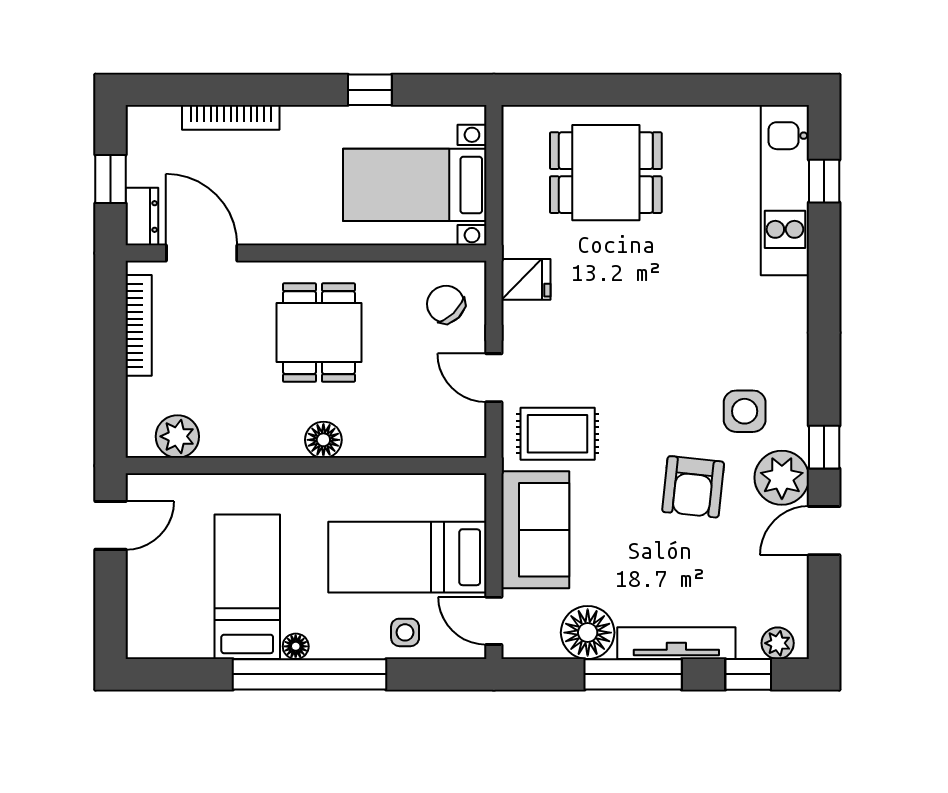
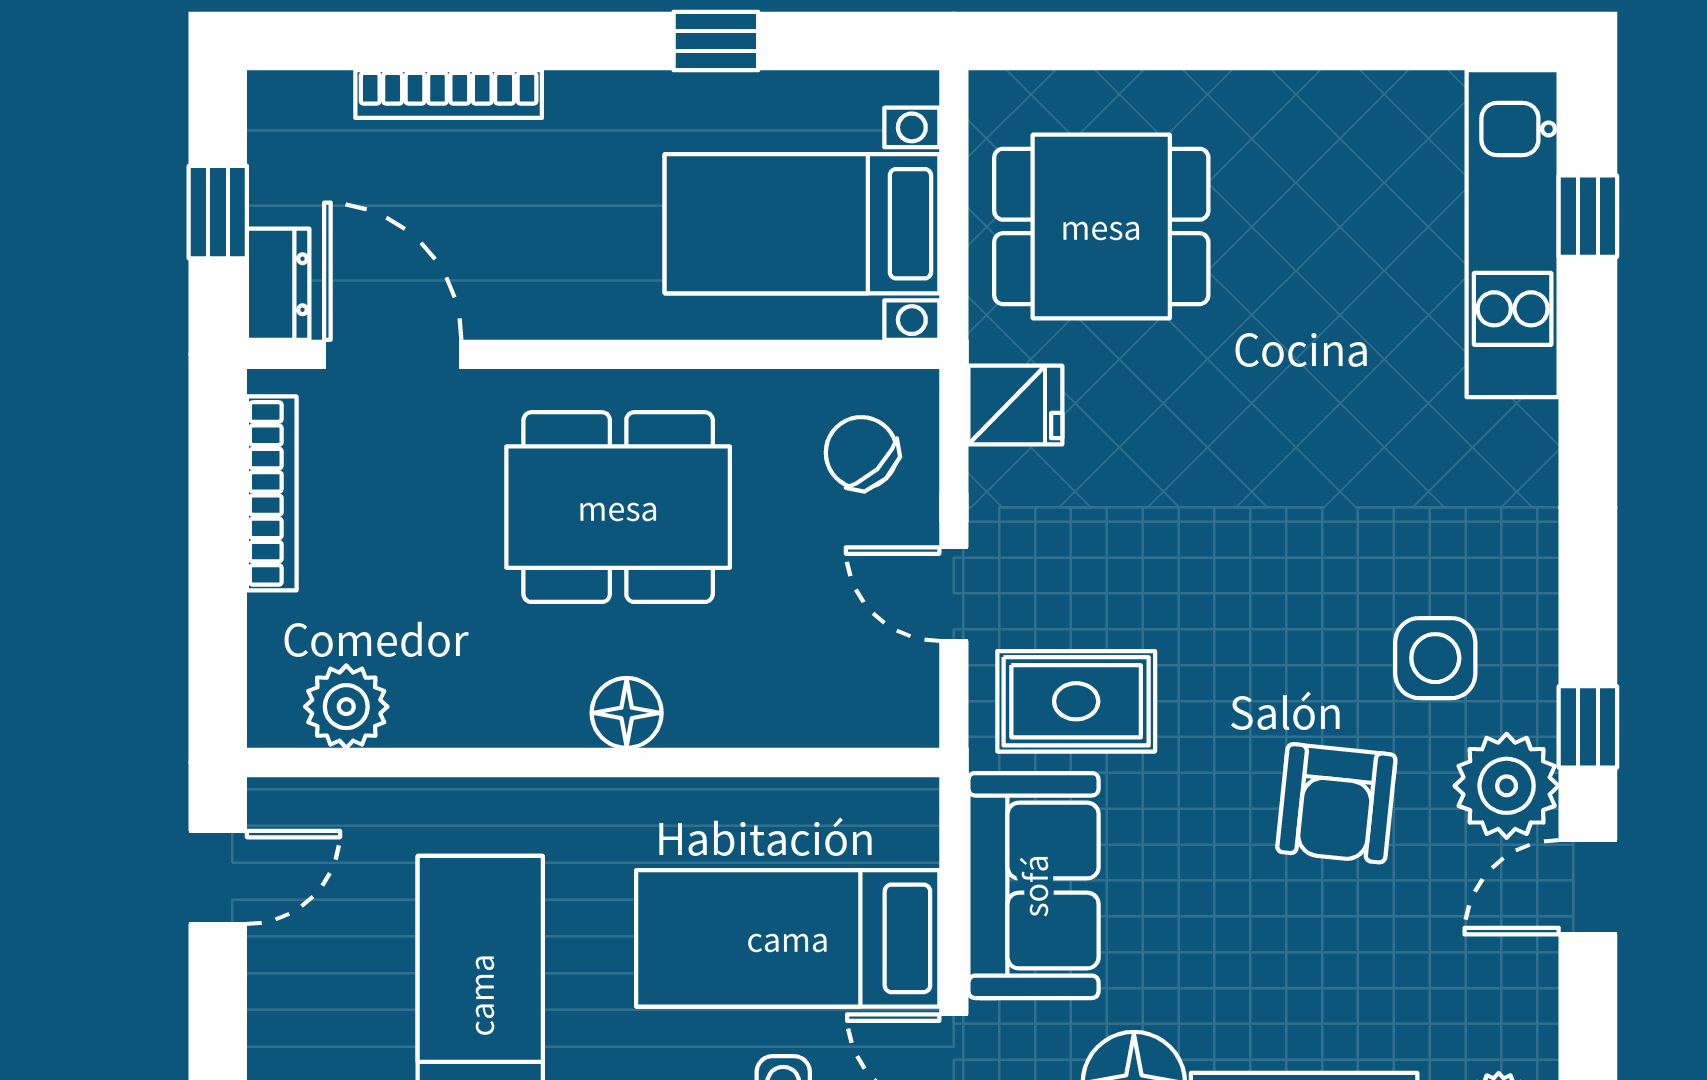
dining table: (606, 173) -> (1101, 226), moved
dining table: (319, 333) -> (618, 507), width x1.38

